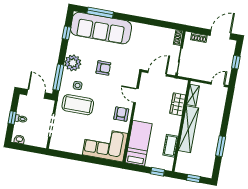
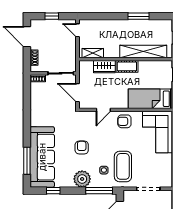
shelving: (188, 129) -> (143, 52), moved
cot: (170, 146) -> (127, 66), moved

